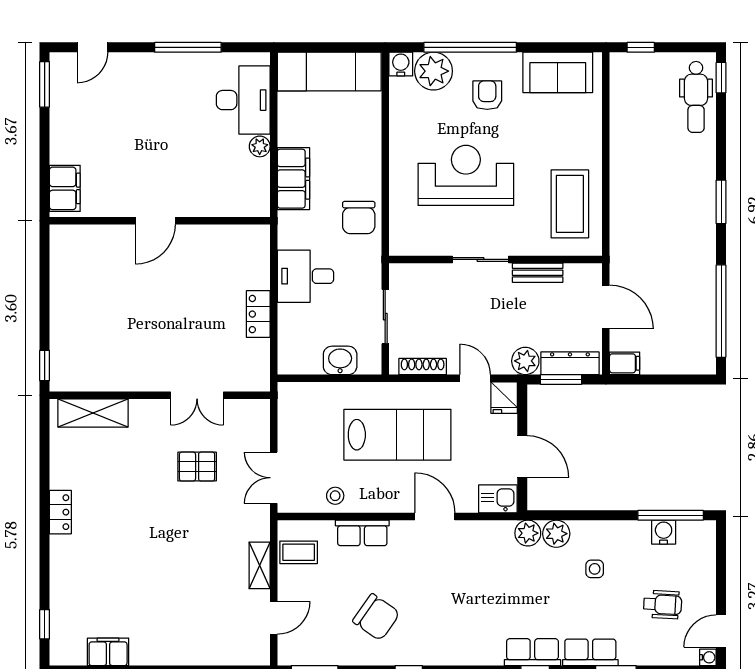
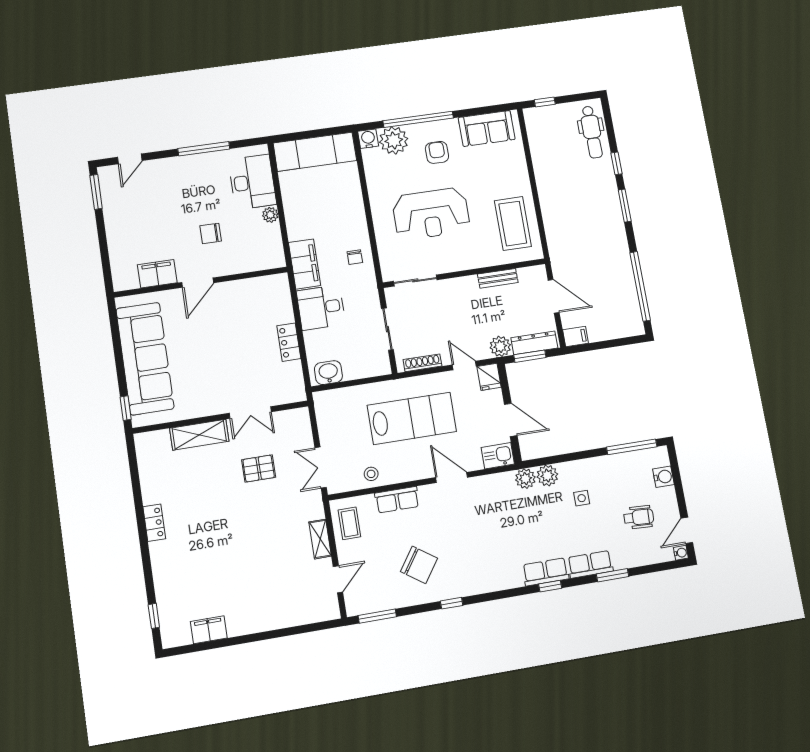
window: (721, 78) -> (617, 163), moved
chair: (181, 160) -> (211, 233), added
reception desk: (466, 175) -> (431, 214), turned 180
filing cabinet: (293, 179) -> (305, 264), moved
filing cabinet: (65, 188) -> (157, 274), moved, turned -90
chair: (359, 218) -> (355, 257), width x0.54, depth x0.54
sliding door: (481, 259) -> (415, 280), moved
sofa: (77, 307) -> (145, 359), added
washbasin: (340, 360) -> (328, 373), moved
shelving: (93, 413) -> (199, 435), moved
water cooler: (664, 532) -> (663, 477), moved, turned 90
coffee table: (299, 552) -> (349, 523), turned 90

